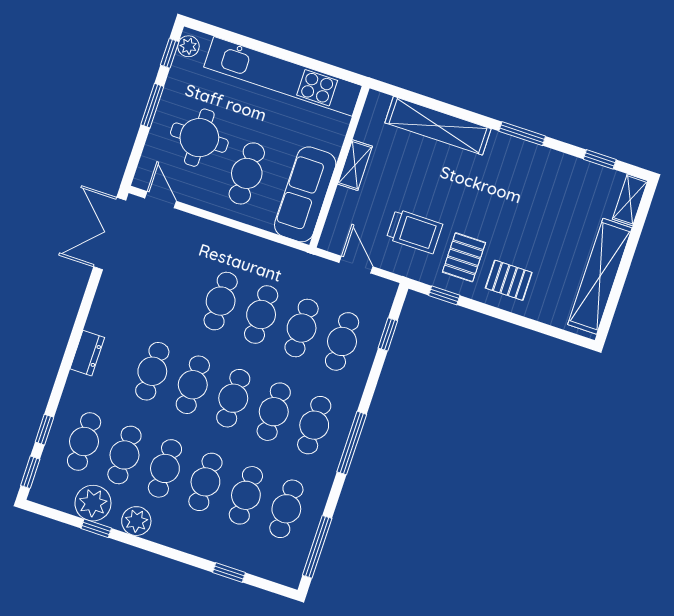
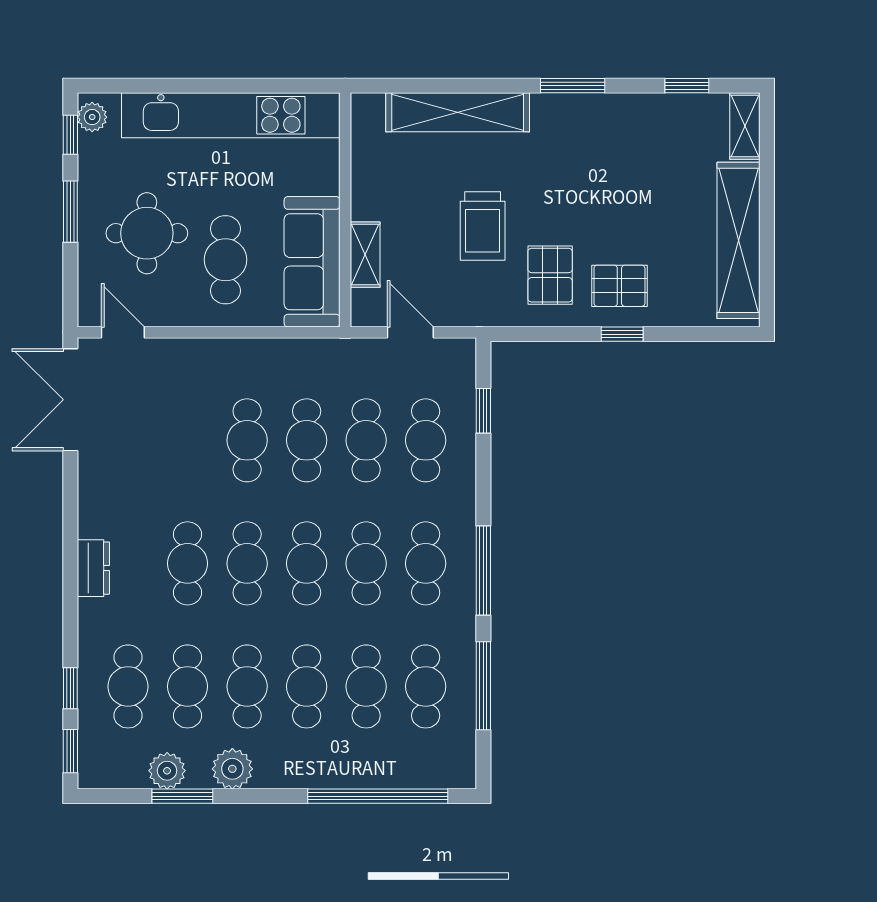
shelving: (355, 165) -> (365, 255), moved
trolley: (415, 231) -> (483, 226), moved, turned 90
window: (444, 295) -> (622, 334), moved
plant: (93, 503) -> (167, 771), width x0.73, depth x0.73
window: (96, 528) -> (182, 796), width x1.50
window: (317, 547) -> (483, 686), moved
window: (229, 573) -> (378, 796), width x3.17

